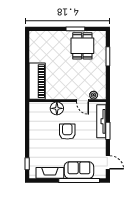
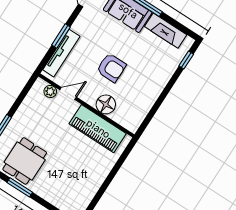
piano: (37, 81) -> (98, 129), moved, turned -90
door: (83, 101) -> (68, 94), hinge flipped
armchair: (67, 132) -> (111, 68), turned -90

